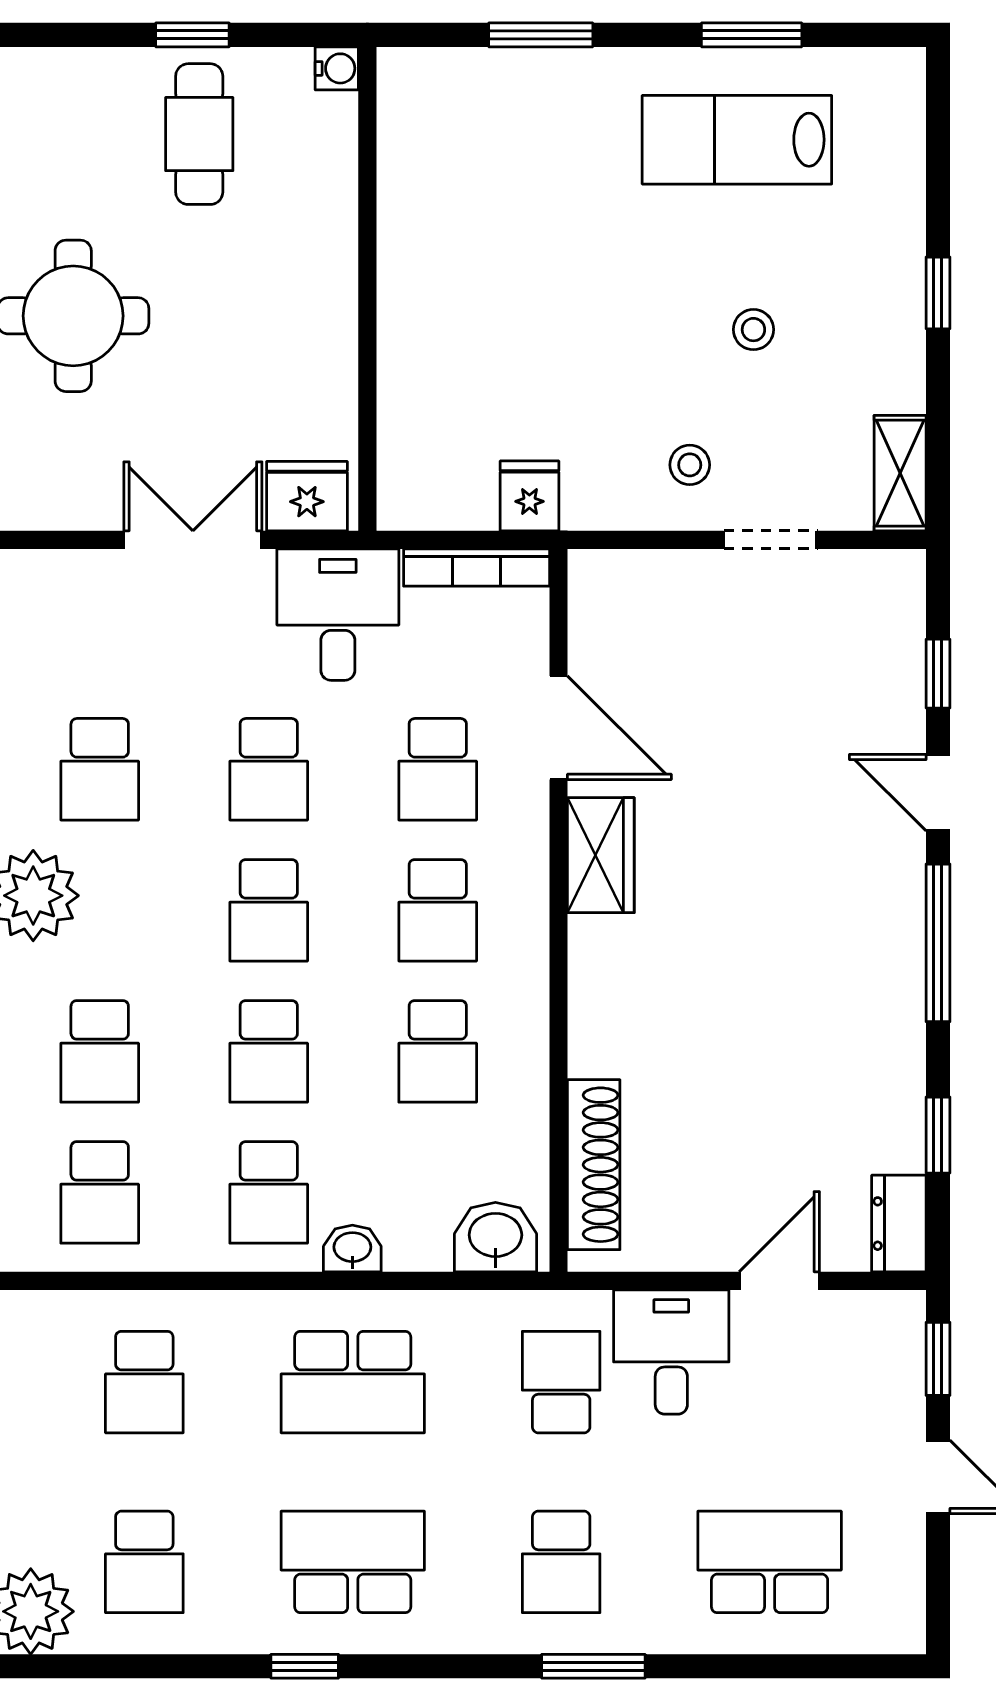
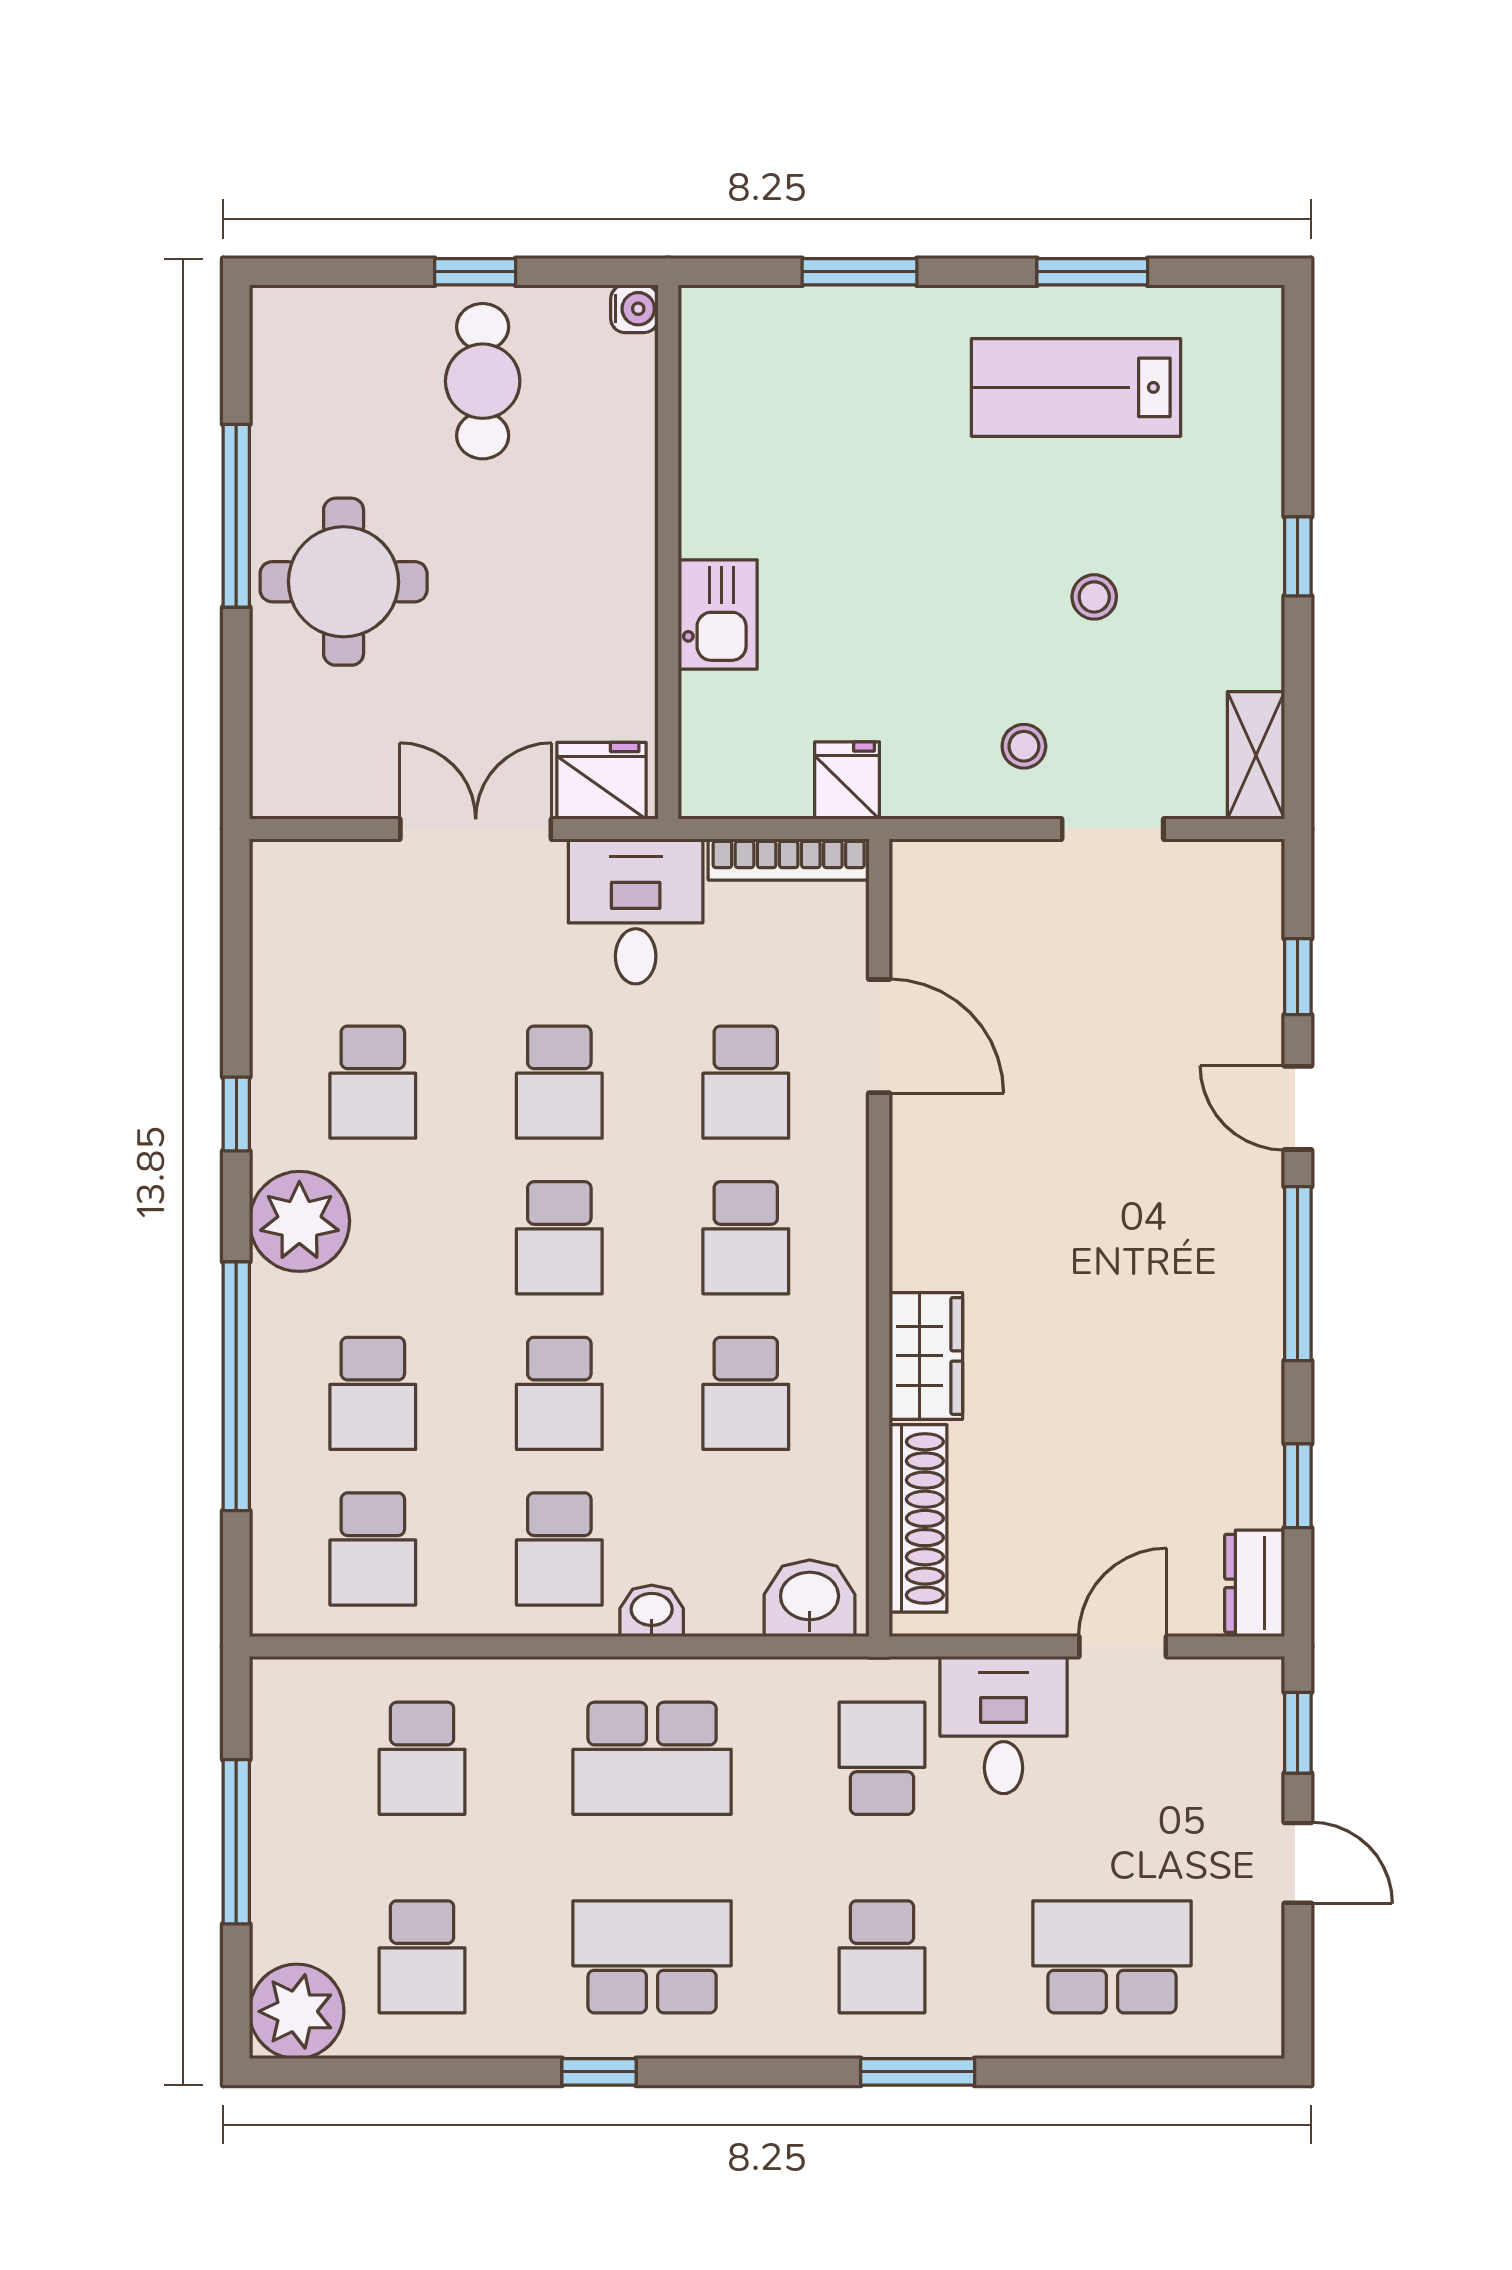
kitchen sink: (412, 346) -> (718, 614), added
wardrobe: (601, 855) -> (926, 1356), moved

